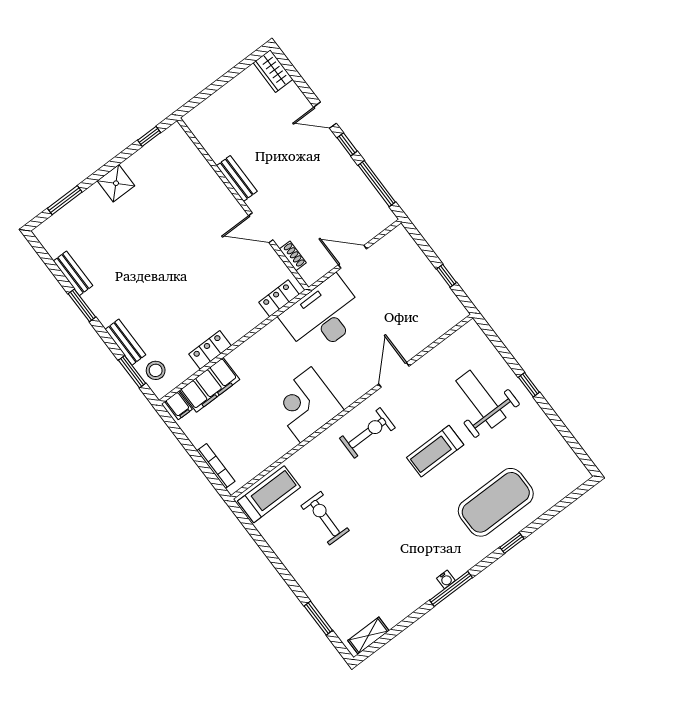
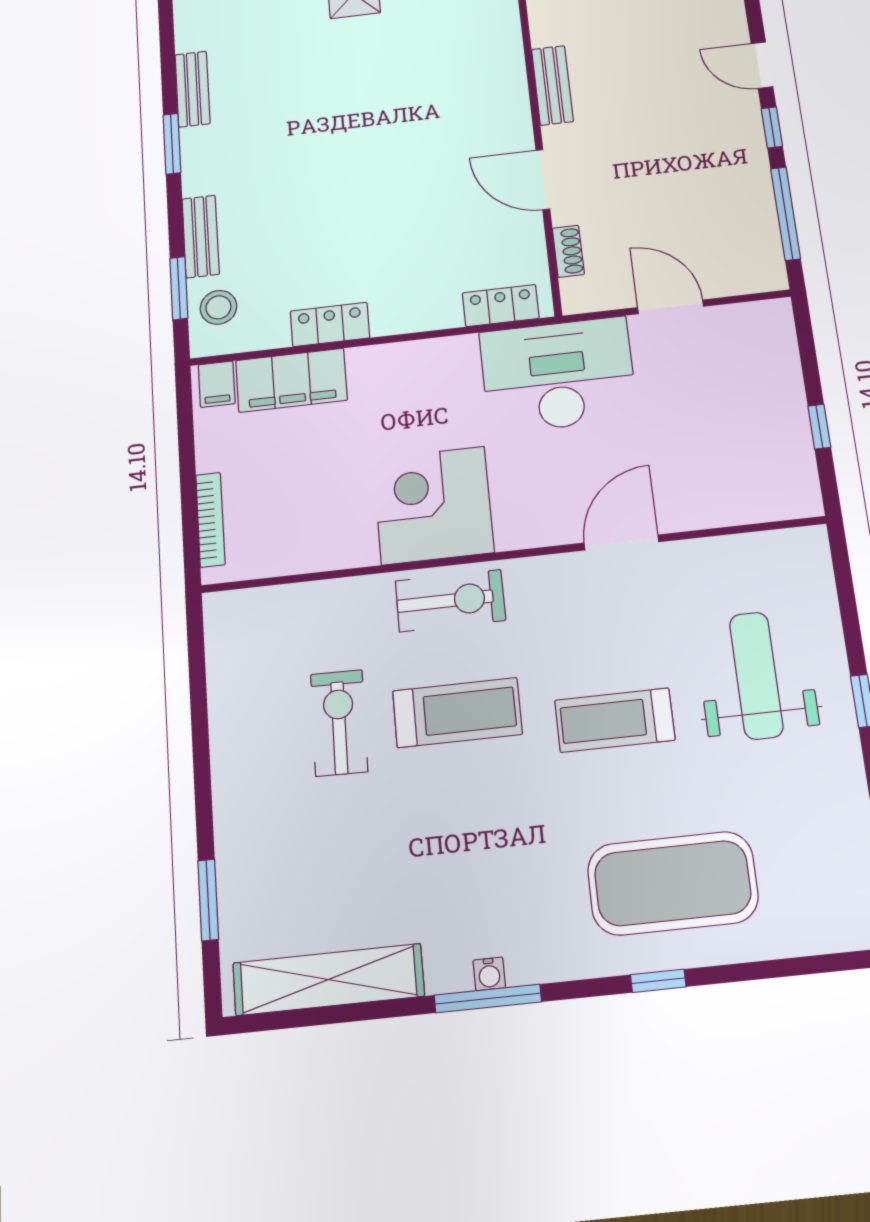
exercise bike: (367, 433) -> (450, 601), moved
treadmill: (269, 494) -> (457, 713), moved
shelving: (368, 636) -> (328, 980), width x2.20, depth x1.33

